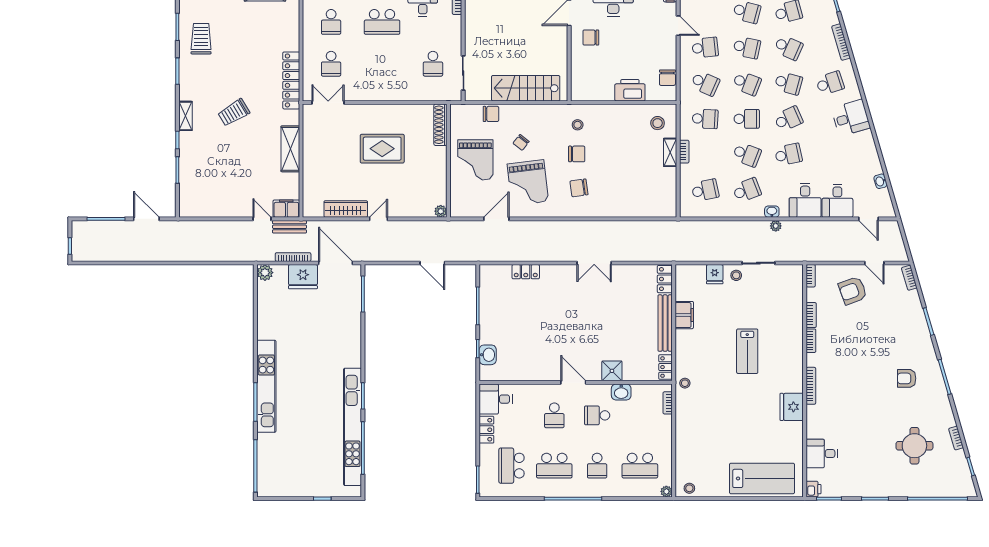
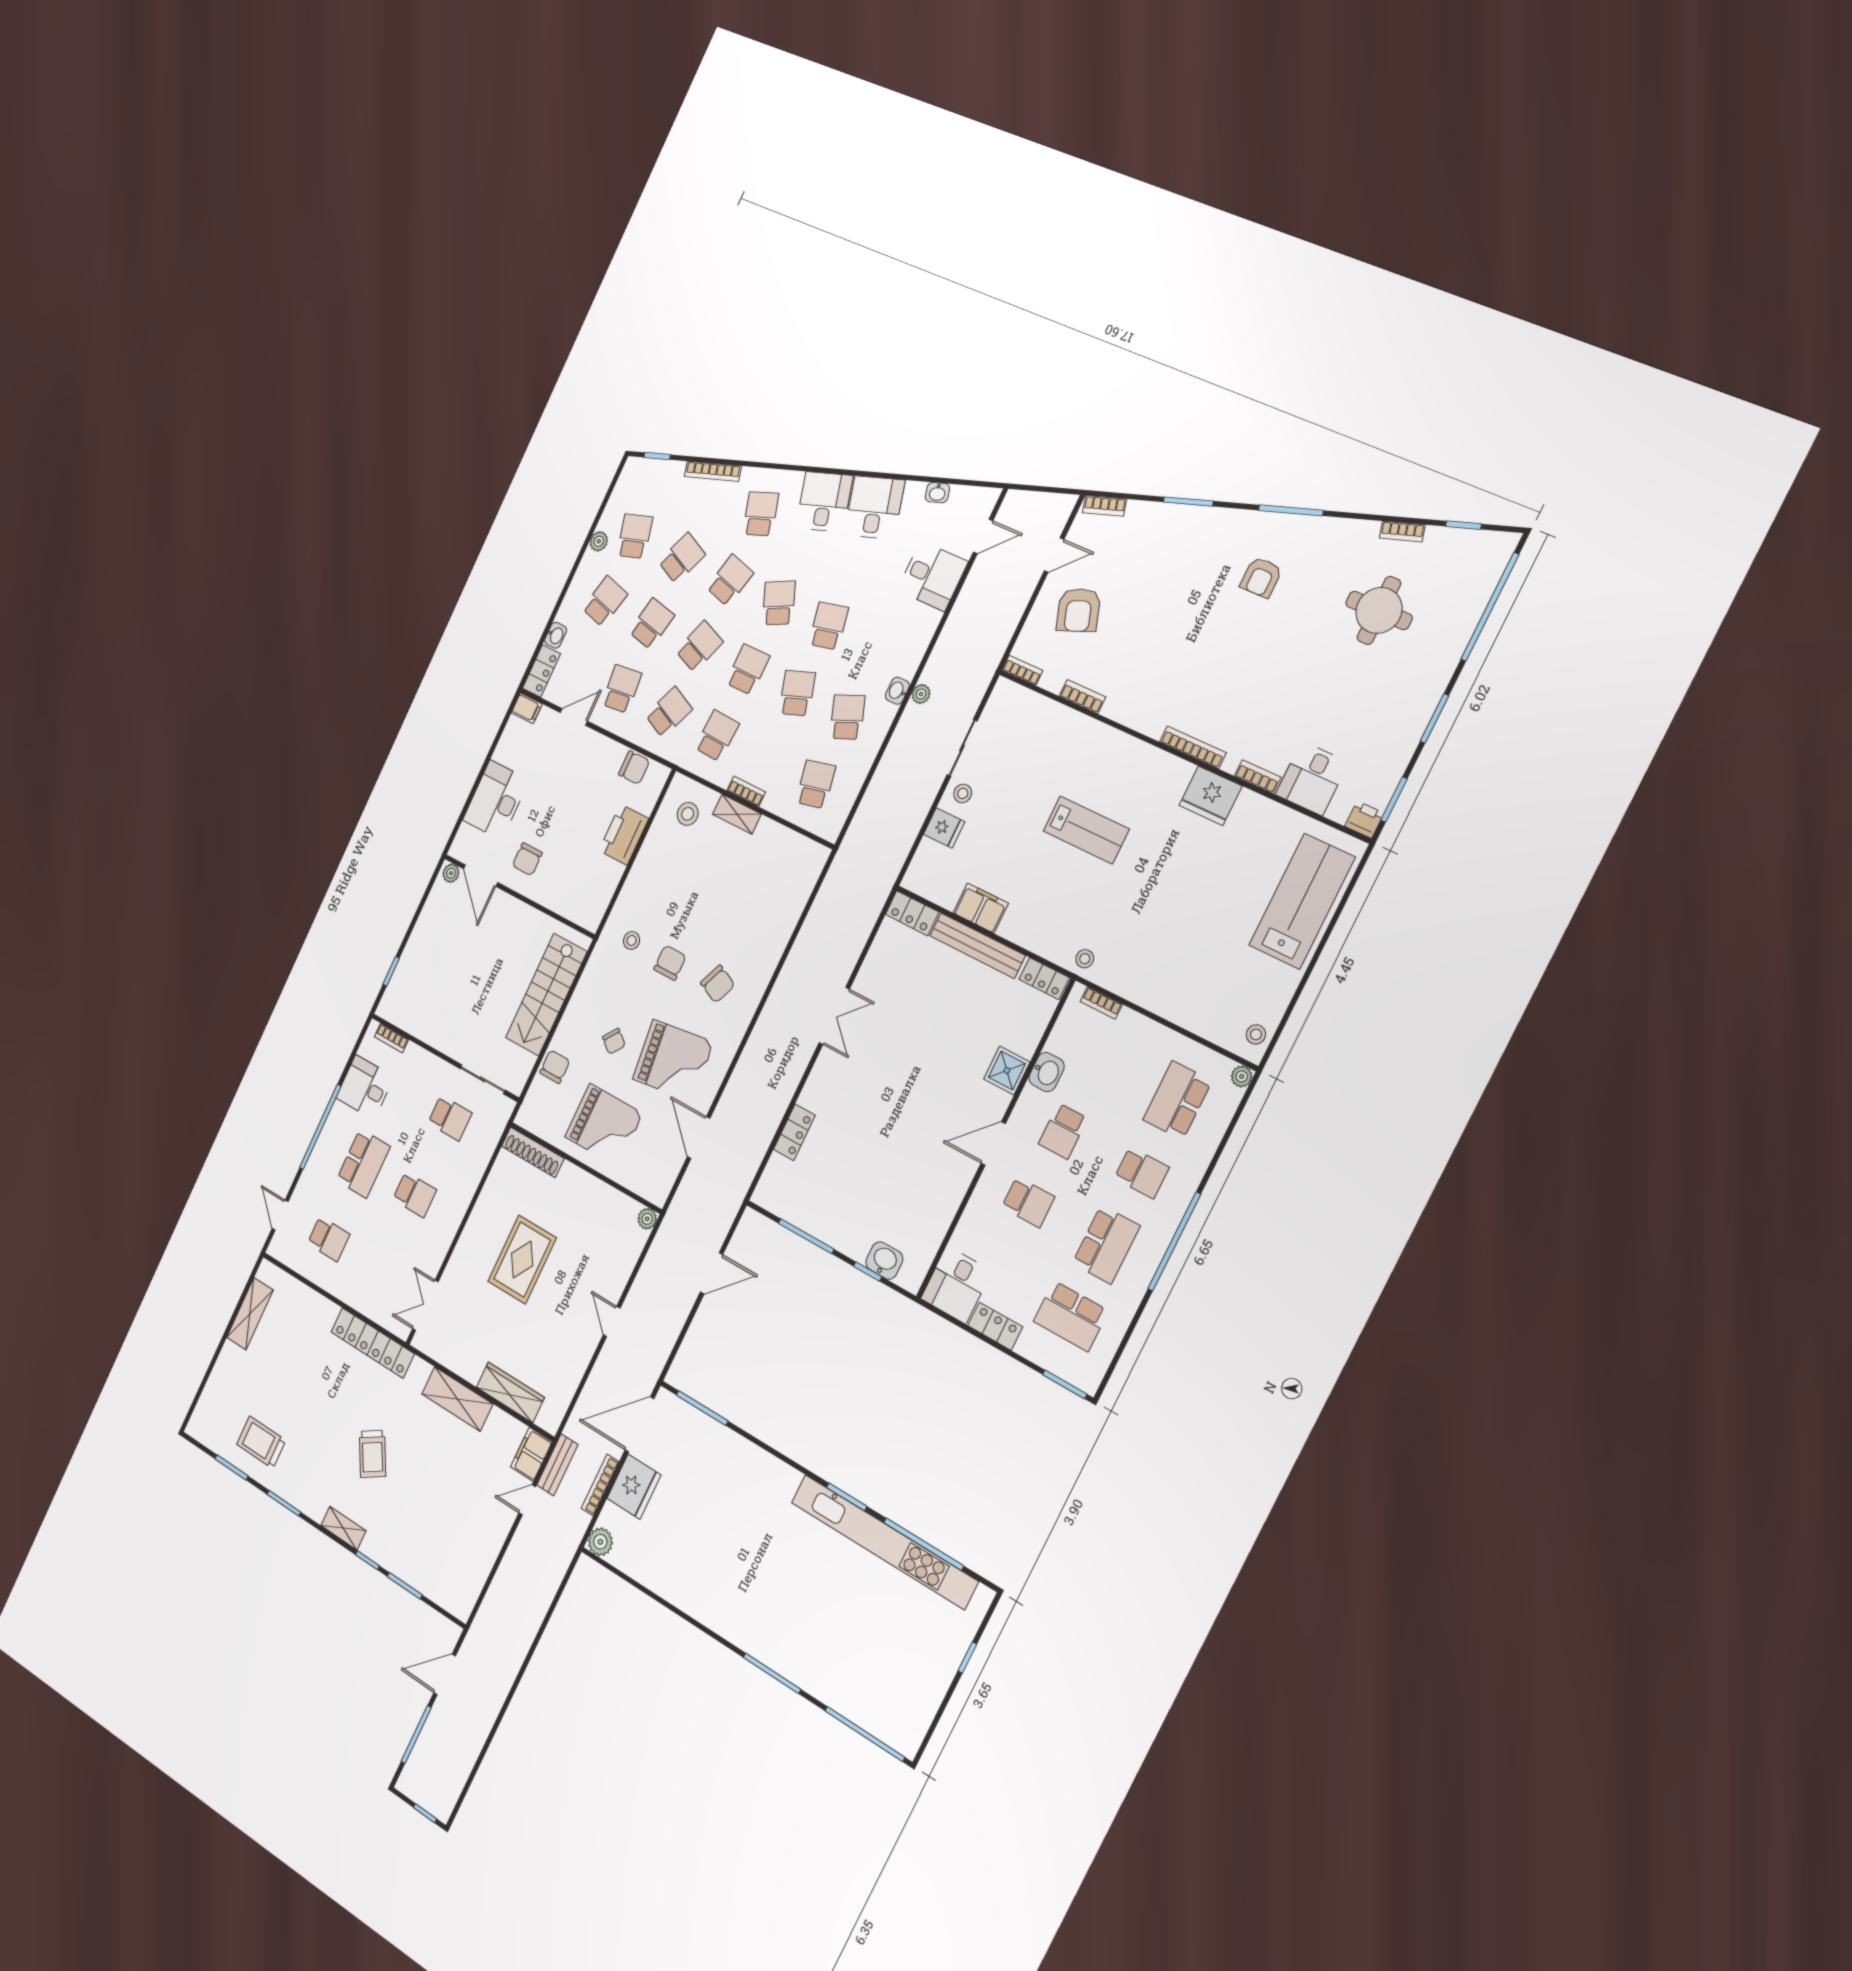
school desk: (331, 64) -> (415, 1195), moved
school desk: (747, 155) -> (797, 693), turned -39
chair: (579, 188) -> (718, 984), turned -58
desk: (805, 200) -> (874, 507), moved, turned -106
wardrobe: (346, 209) -> (510, 1392), moved, turned 90
bookcase: (811, 341) -> (1258, 777), moved
kitchen unit: (266, 386) -> (758, 1641), removed
school desk: (640, 466) -> (1177, 1100), turned 180

